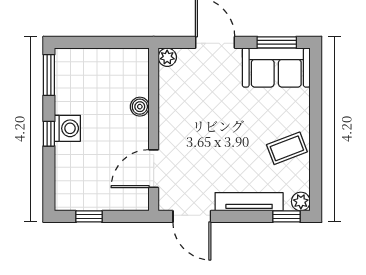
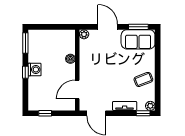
tv unit: (249, 202) -> (125, 106), width x0.71

